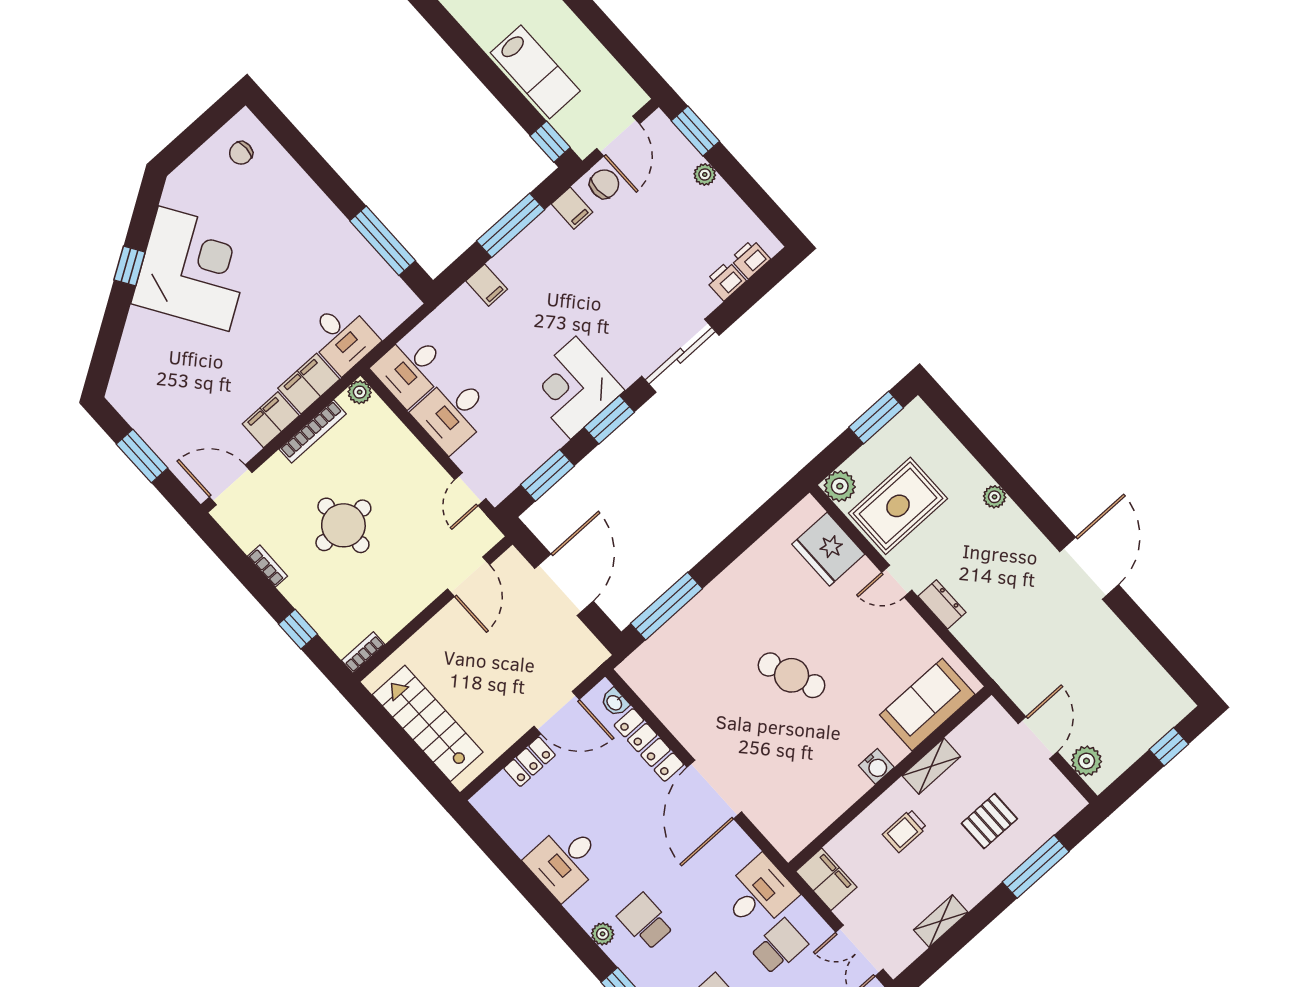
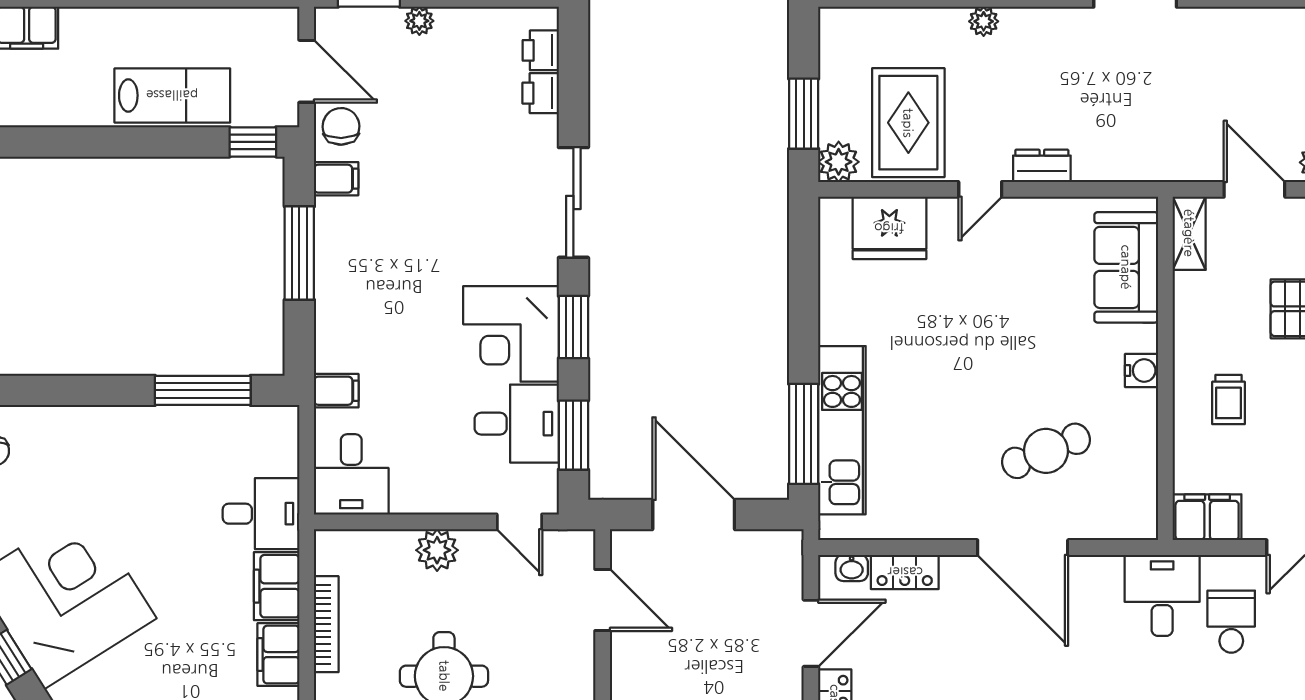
filing cabinet: (487, 285) -> (336, 391), moved
plant: (360, 392) -> (437, 550), moved, width x1.38, depth x1.38
desk: (453, 413) -> (517, 424), moved, turned -90
window: (876, 417) -> (804, 114), moved
kitchen unit: (688, 626) -> (842, 430), added
cafe table: (792, 675) -> (1046, 451), moved
locker: (649, 745) -> (905, 572), width x0.66
shelving: (931, 766) -> (1189, 233), moved

